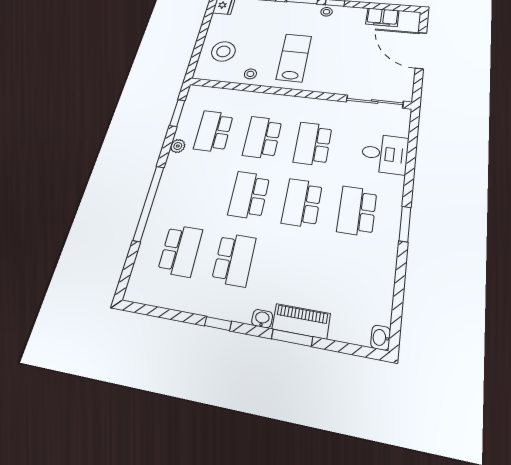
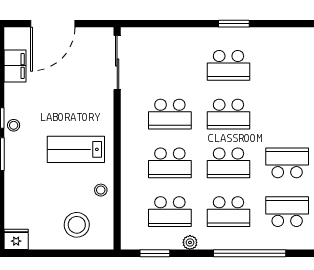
desk: (385, 154) -> (171, 47), removed
school desk: (198, 188) -> (228, 212), added

